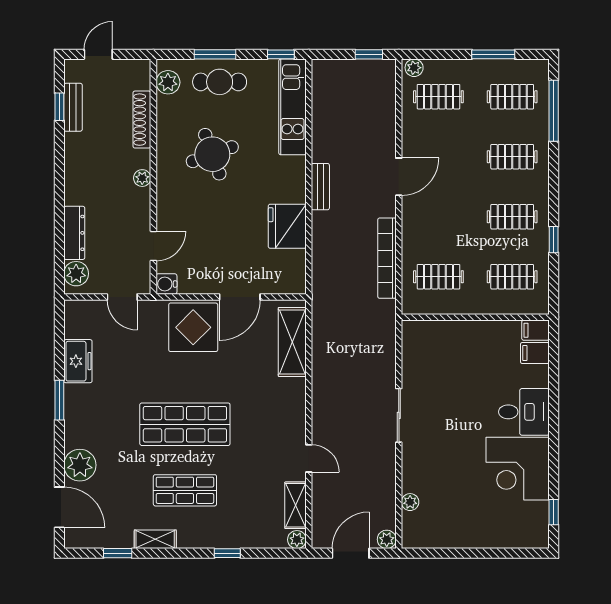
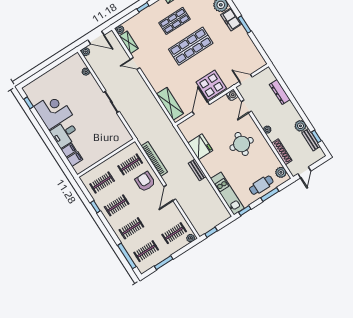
door: (98, 54) -> (304, 172), moved
round table: (212, 154) -> (242, 144), moved, turned 30
armchair: (431, 227) -> (145, 182), added
plant: (76, 274) -> (300, 126), moved
filing cabinet: (536, 330) -> (69, 150), moved
freezer: (78, 361) -> (231, 19), moved
door: (351, 553) -> (96, 38), hinge flipped

